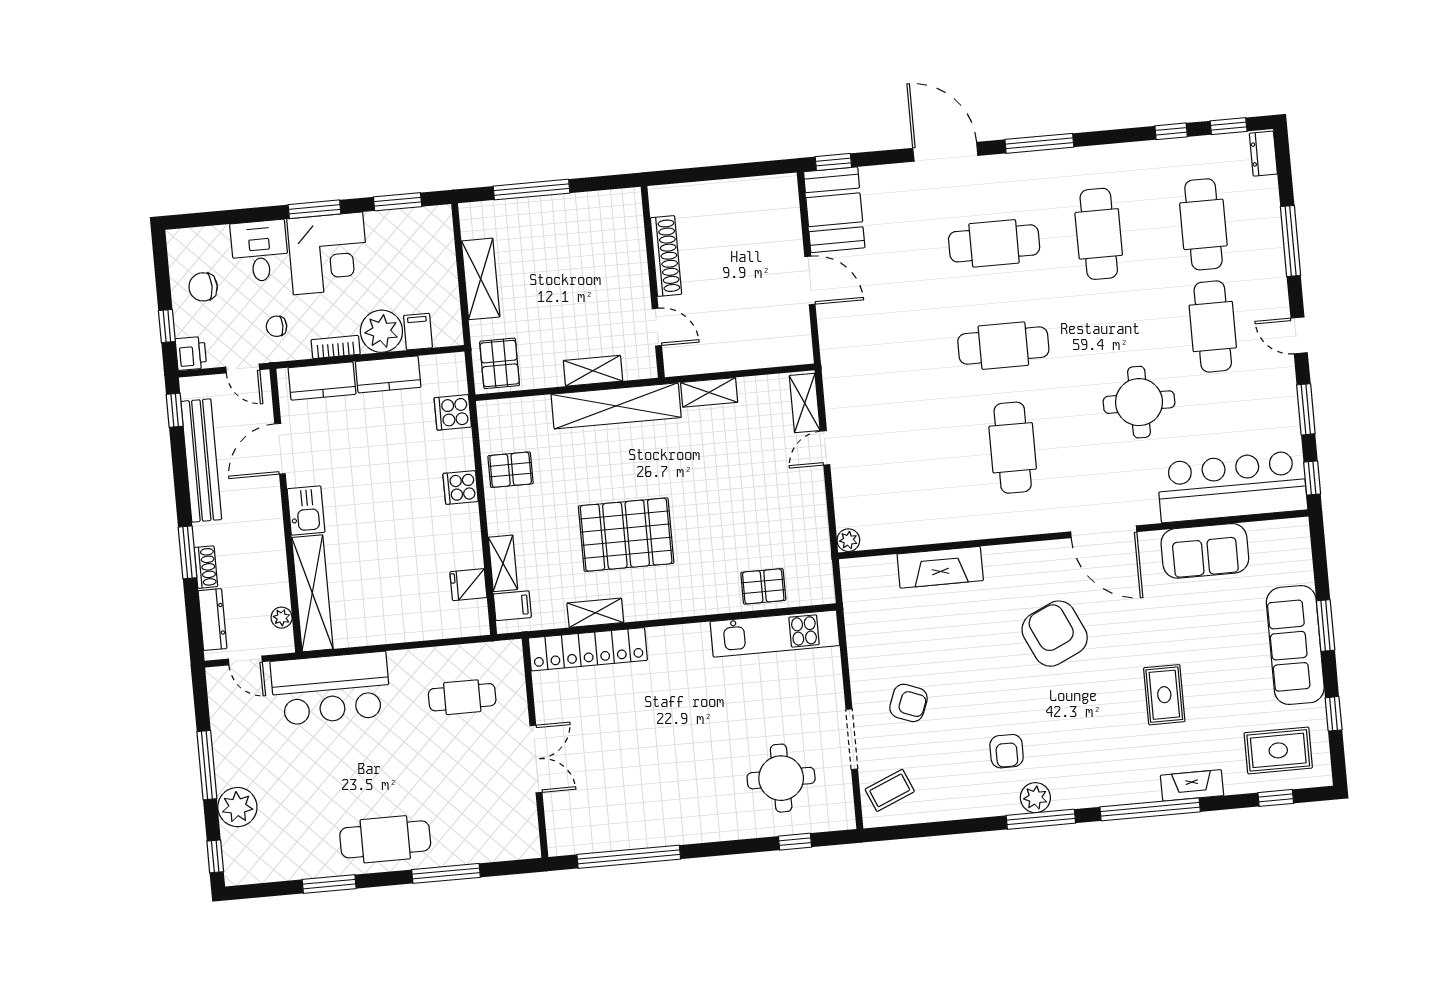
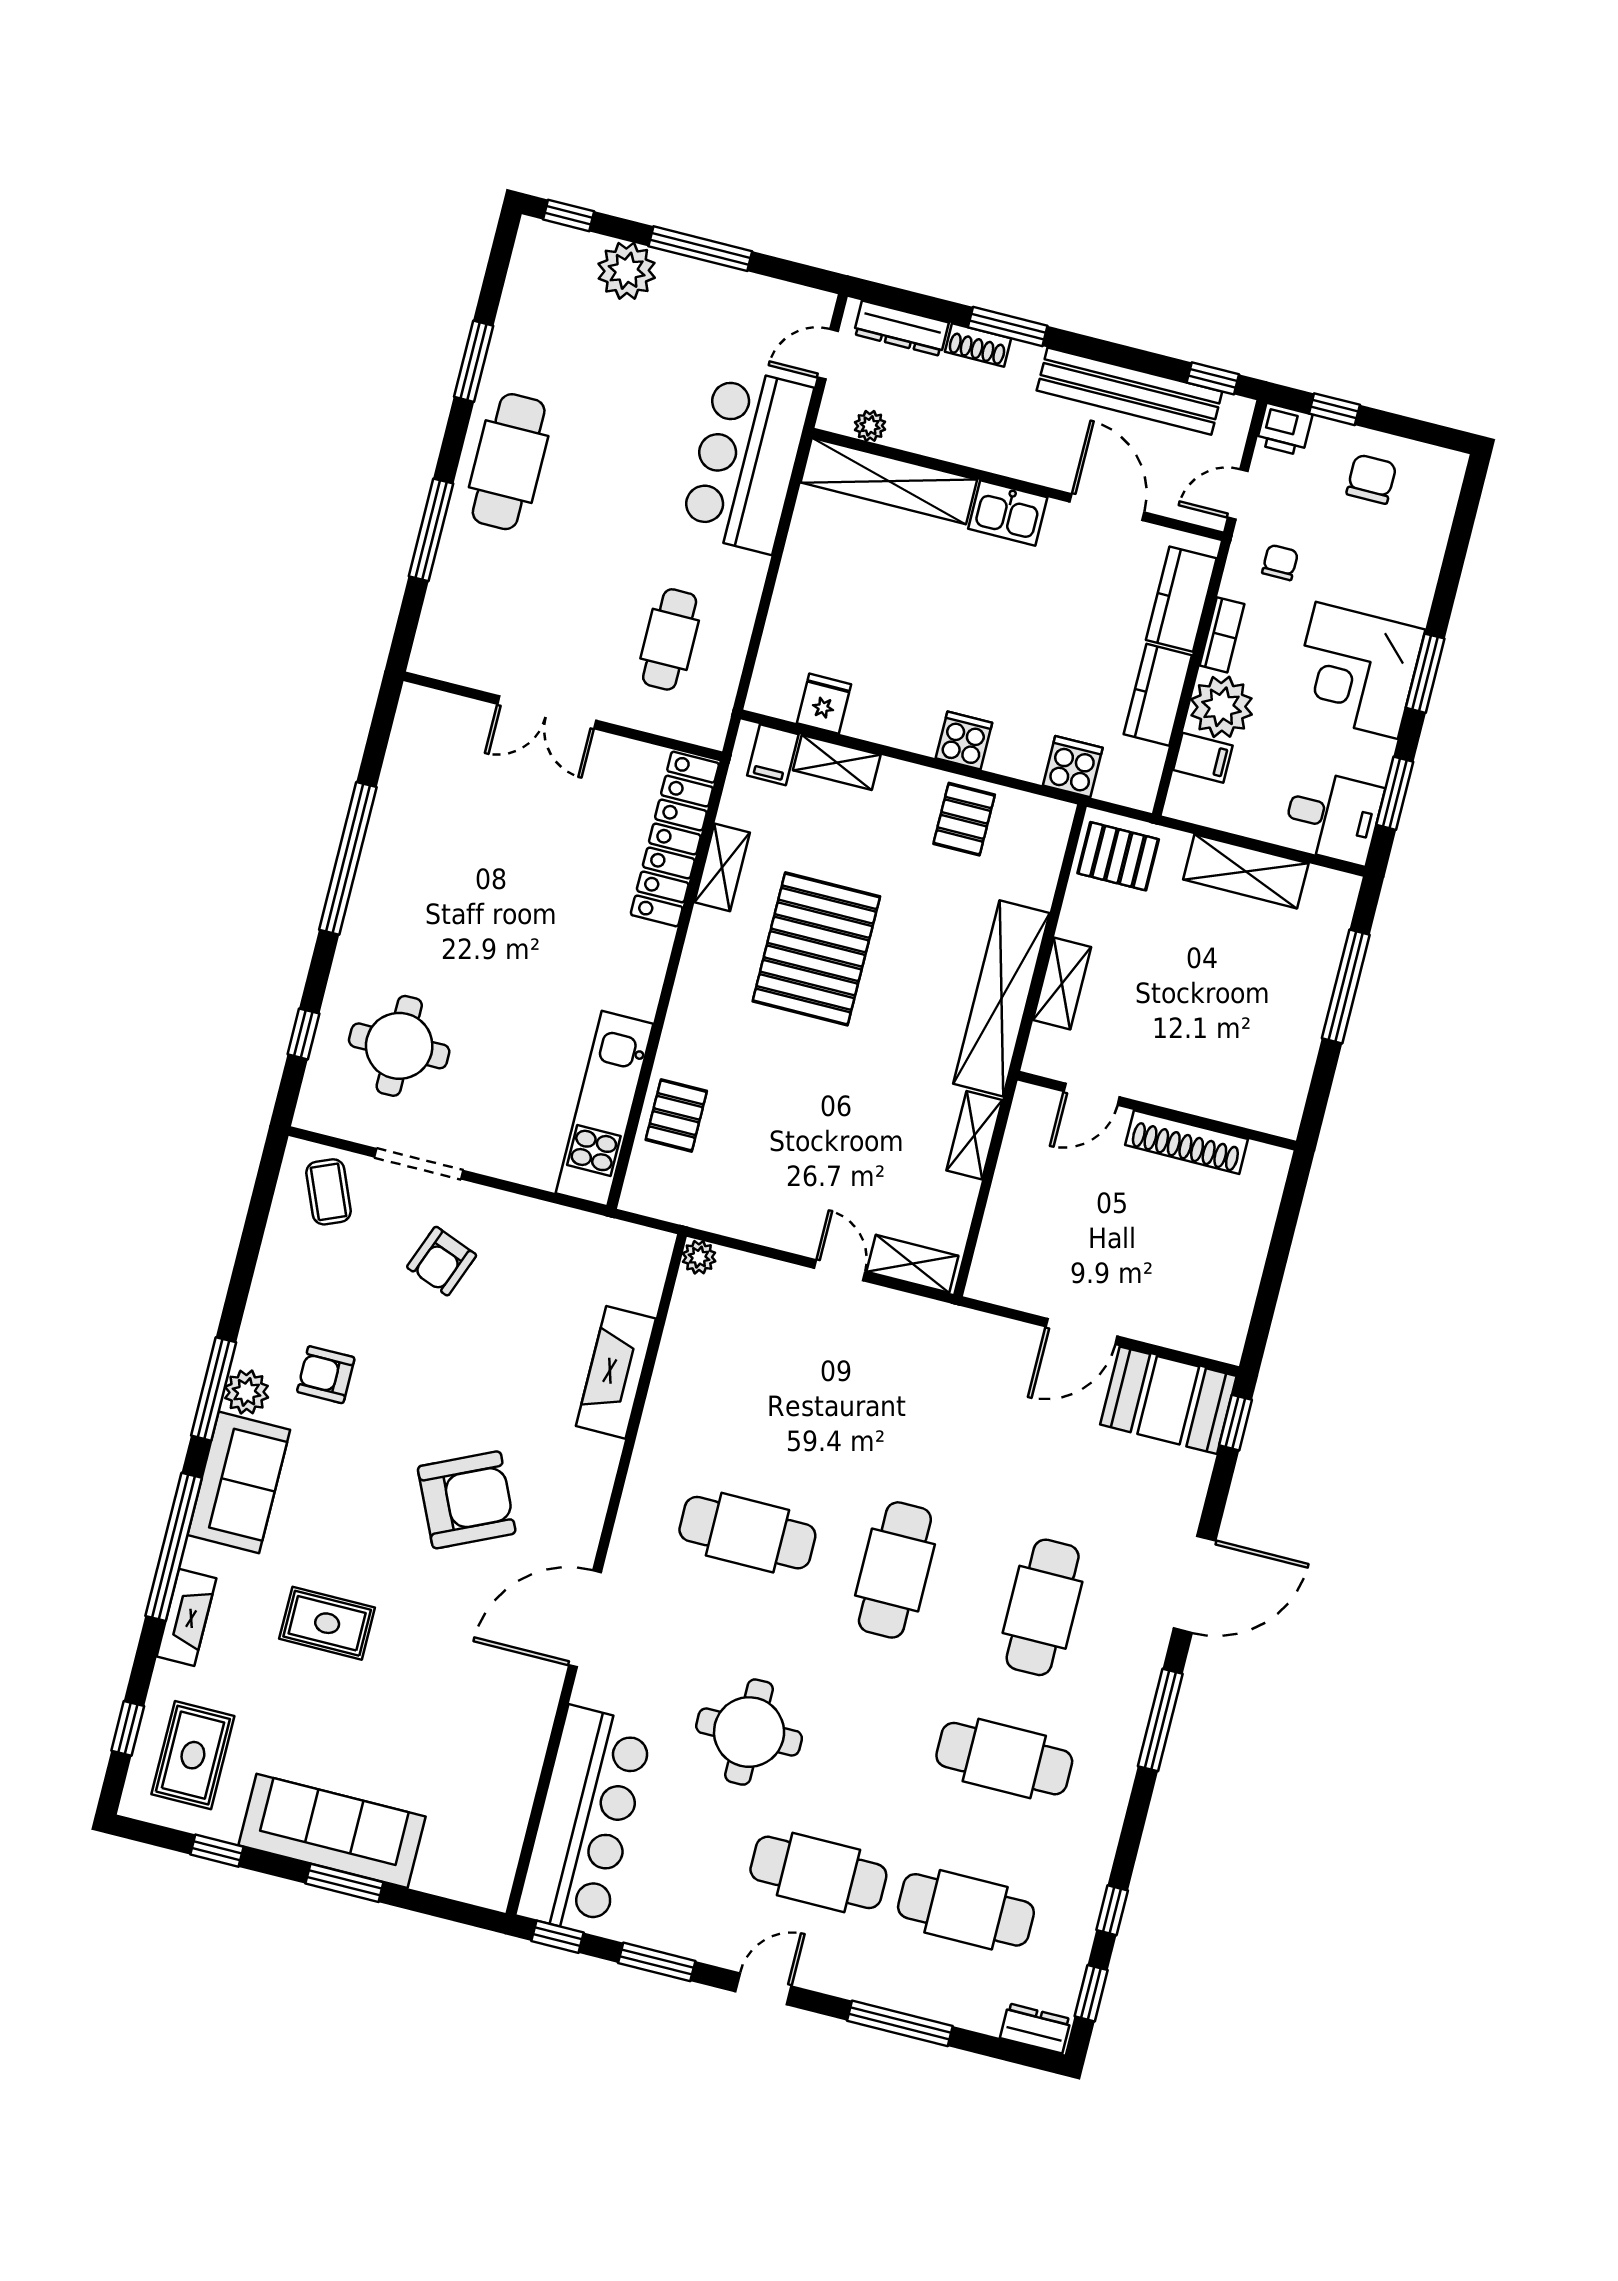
desk: (260, 251) -> (1333, 817), moved
sofa: (1205, 551) -> (239, 1482), moved, turned 180
window: (629, 857) -> (348, 858), moved

